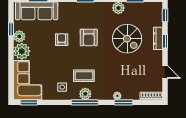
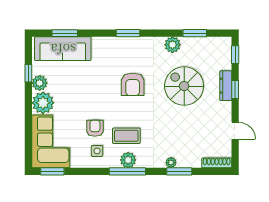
spiral stairs: (127, 39) -> (184, 86), turned 180
armchair: (62, 40) -> (95, 128), moved

